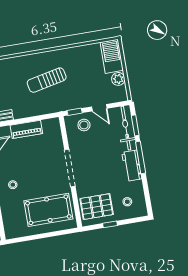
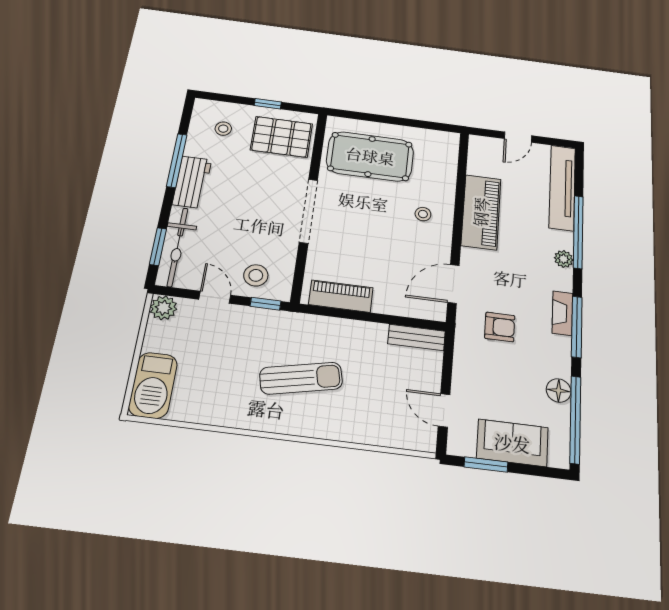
plant: (118, 79) -> (163, 308), moved
piano: (26, 129) -> (341, 296), moved
window: (141, 157) -> (177, 160), moved

